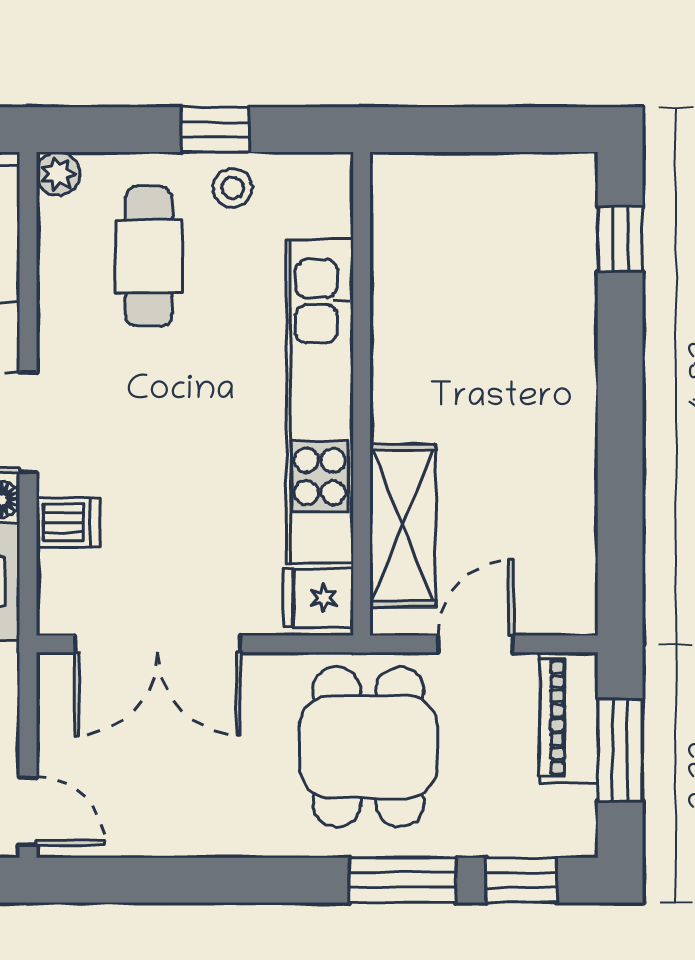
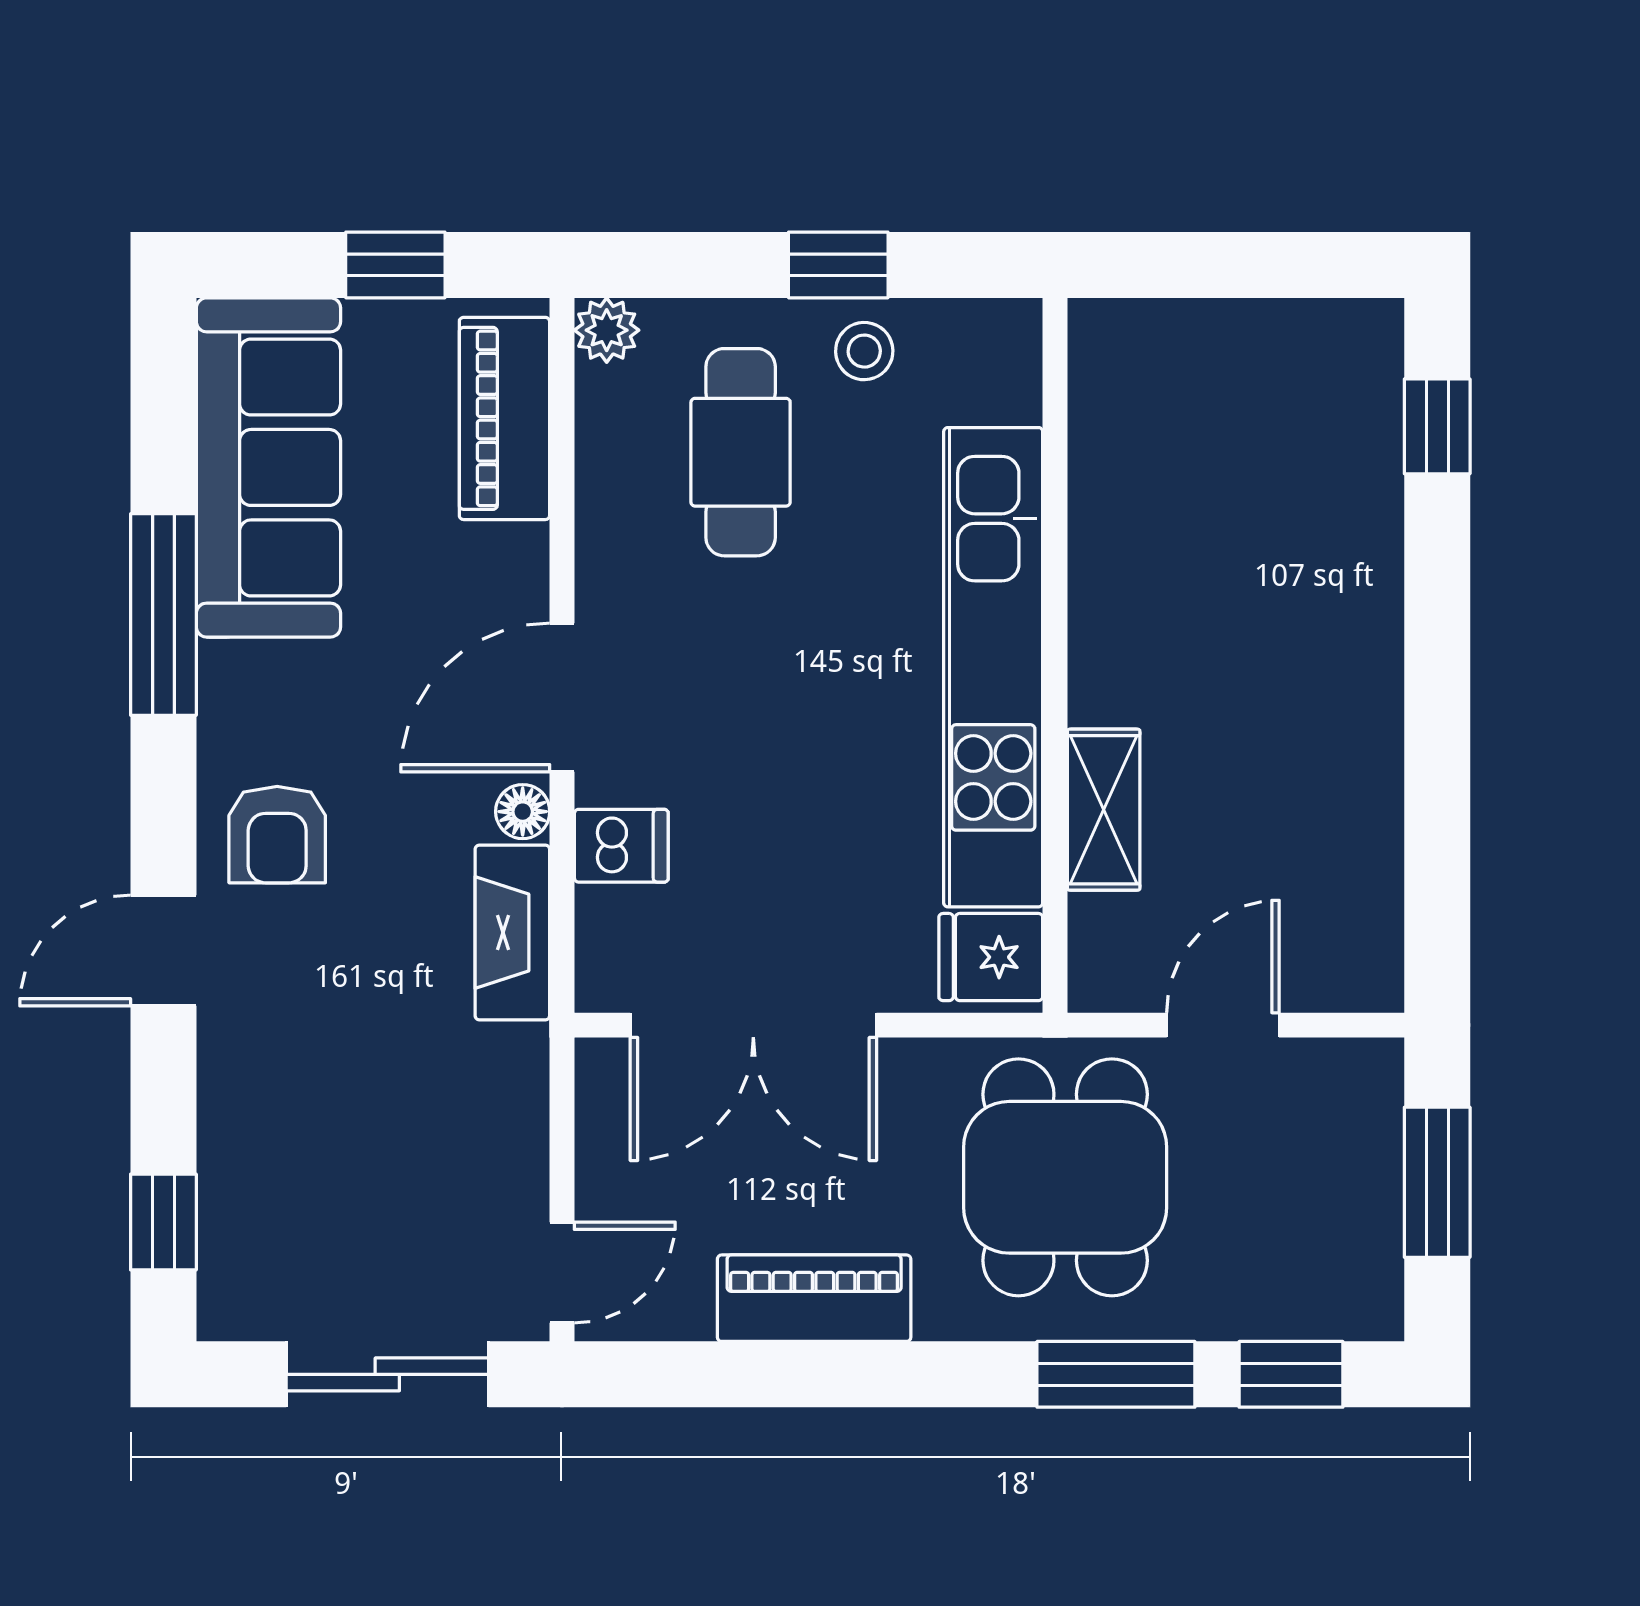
shelving: (403, 525) -> (1104, 810), width x0.67, depth x0.75
piano: (569, 718) -> (814, 1298), moved, turned 90
door: (28, 811) -> (562, 1272), hinge flipped

